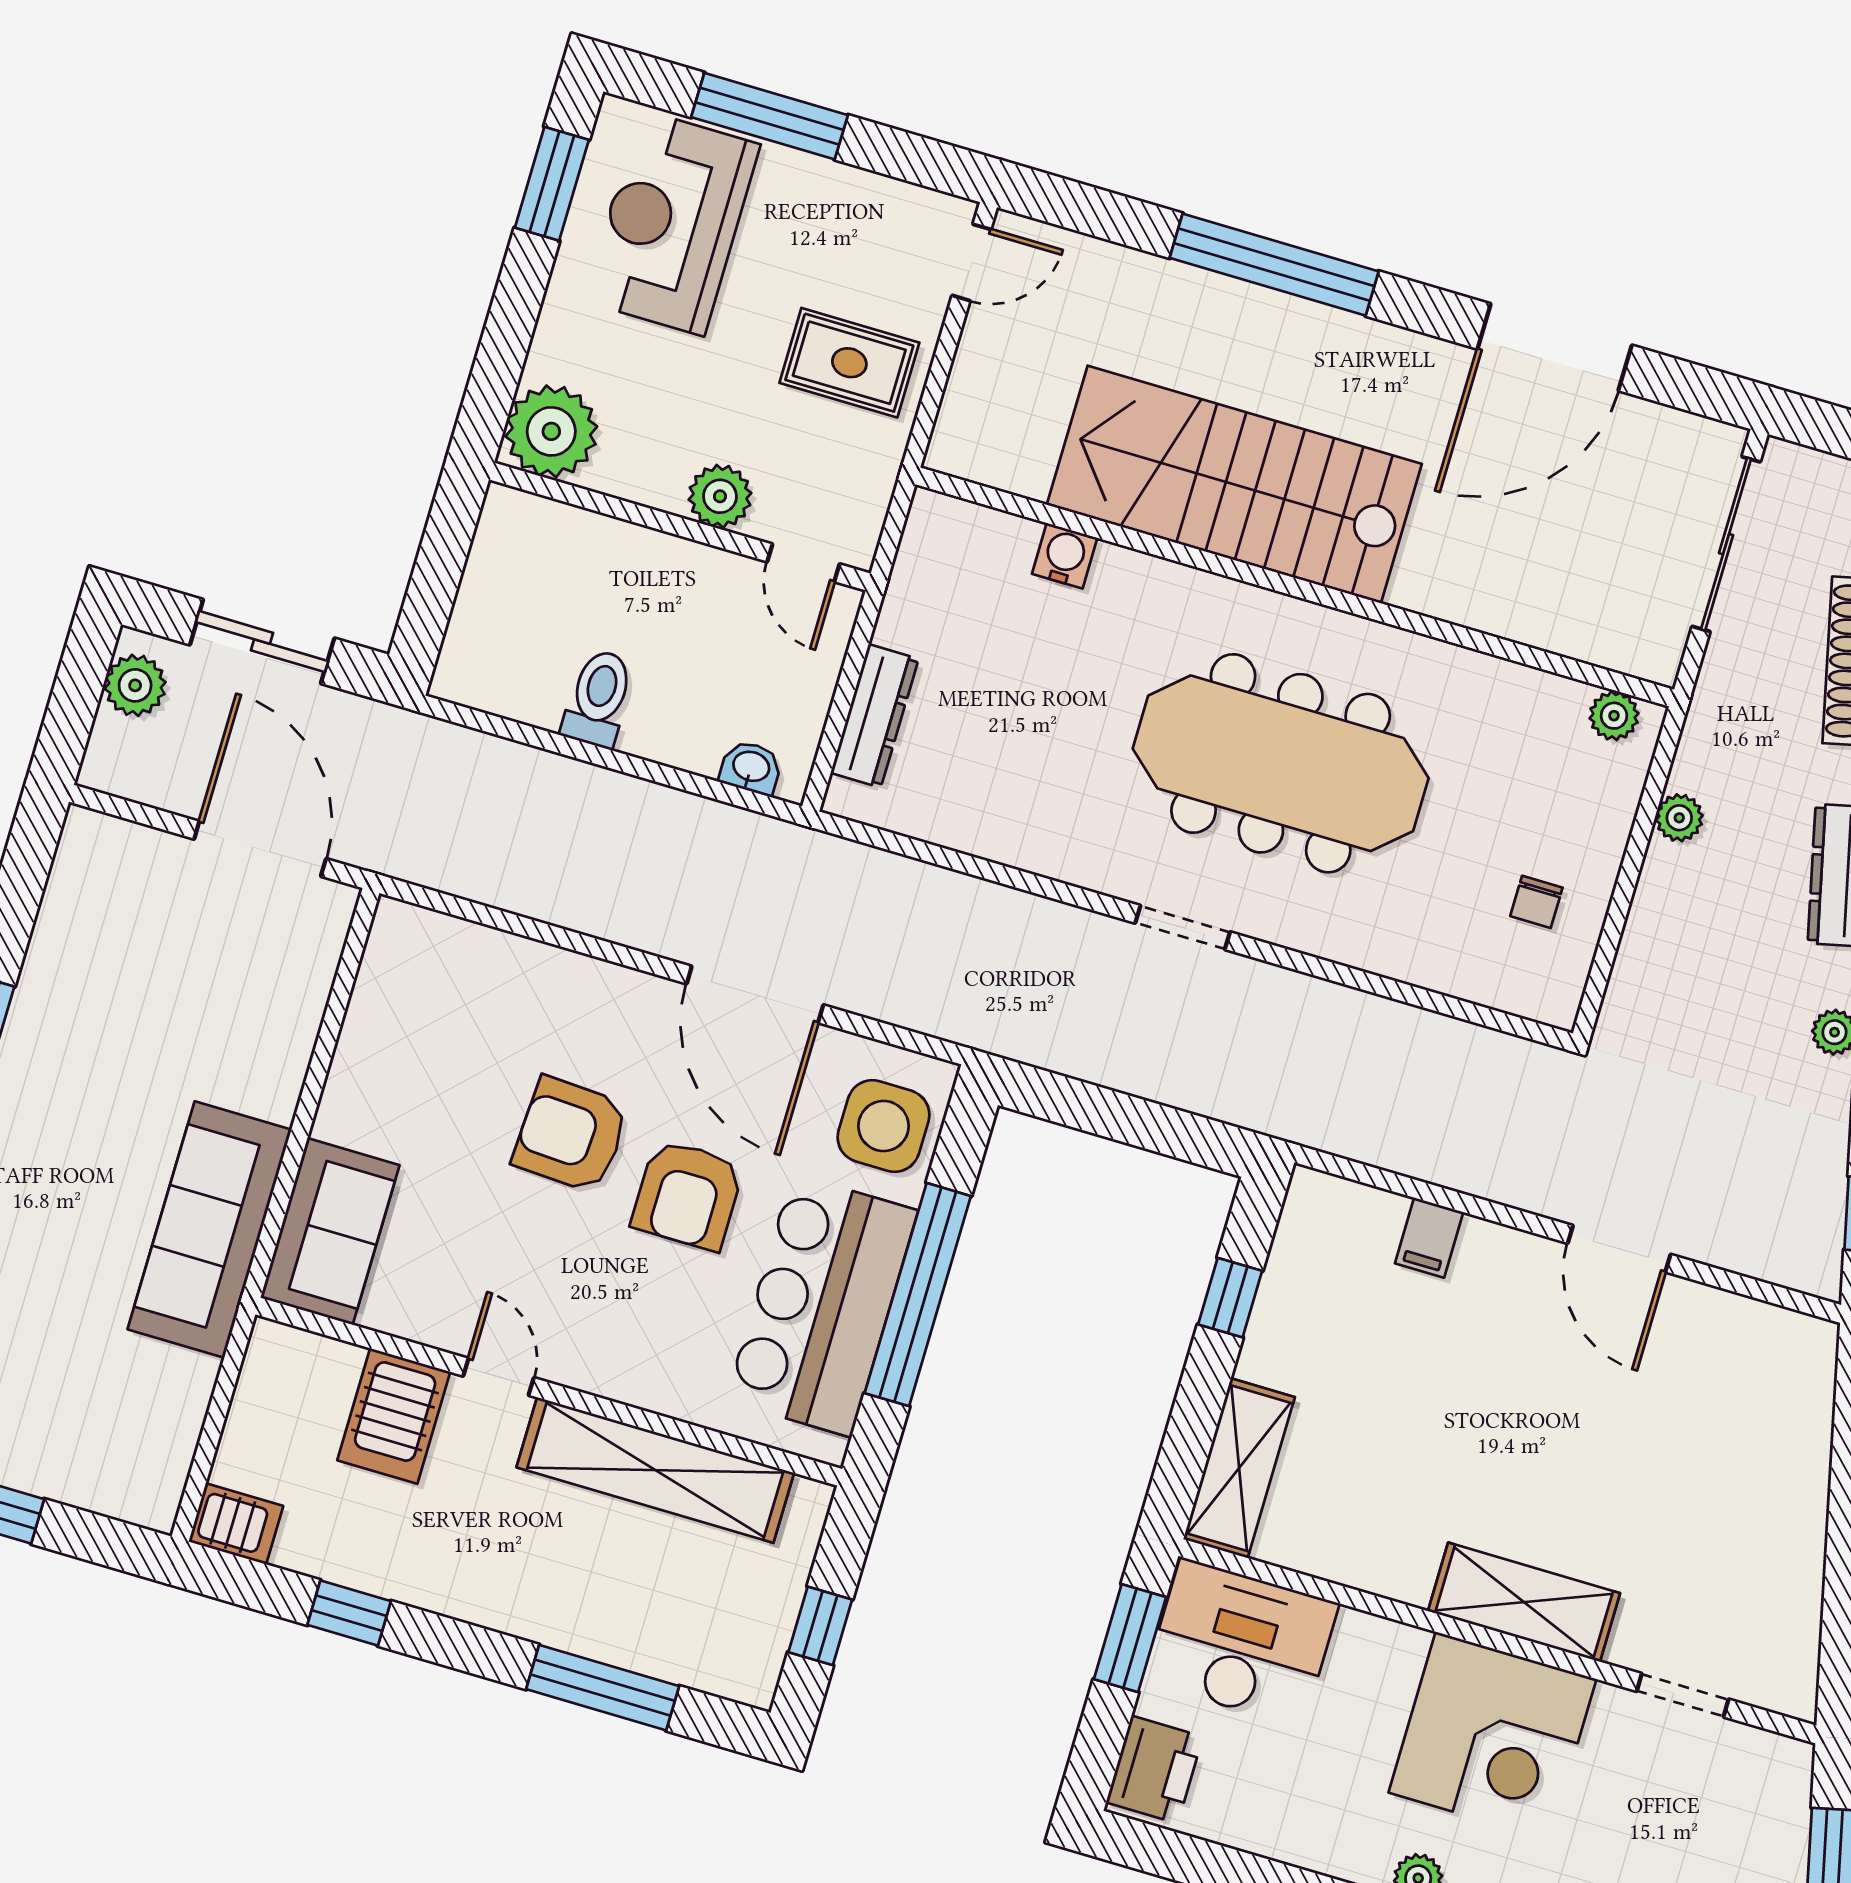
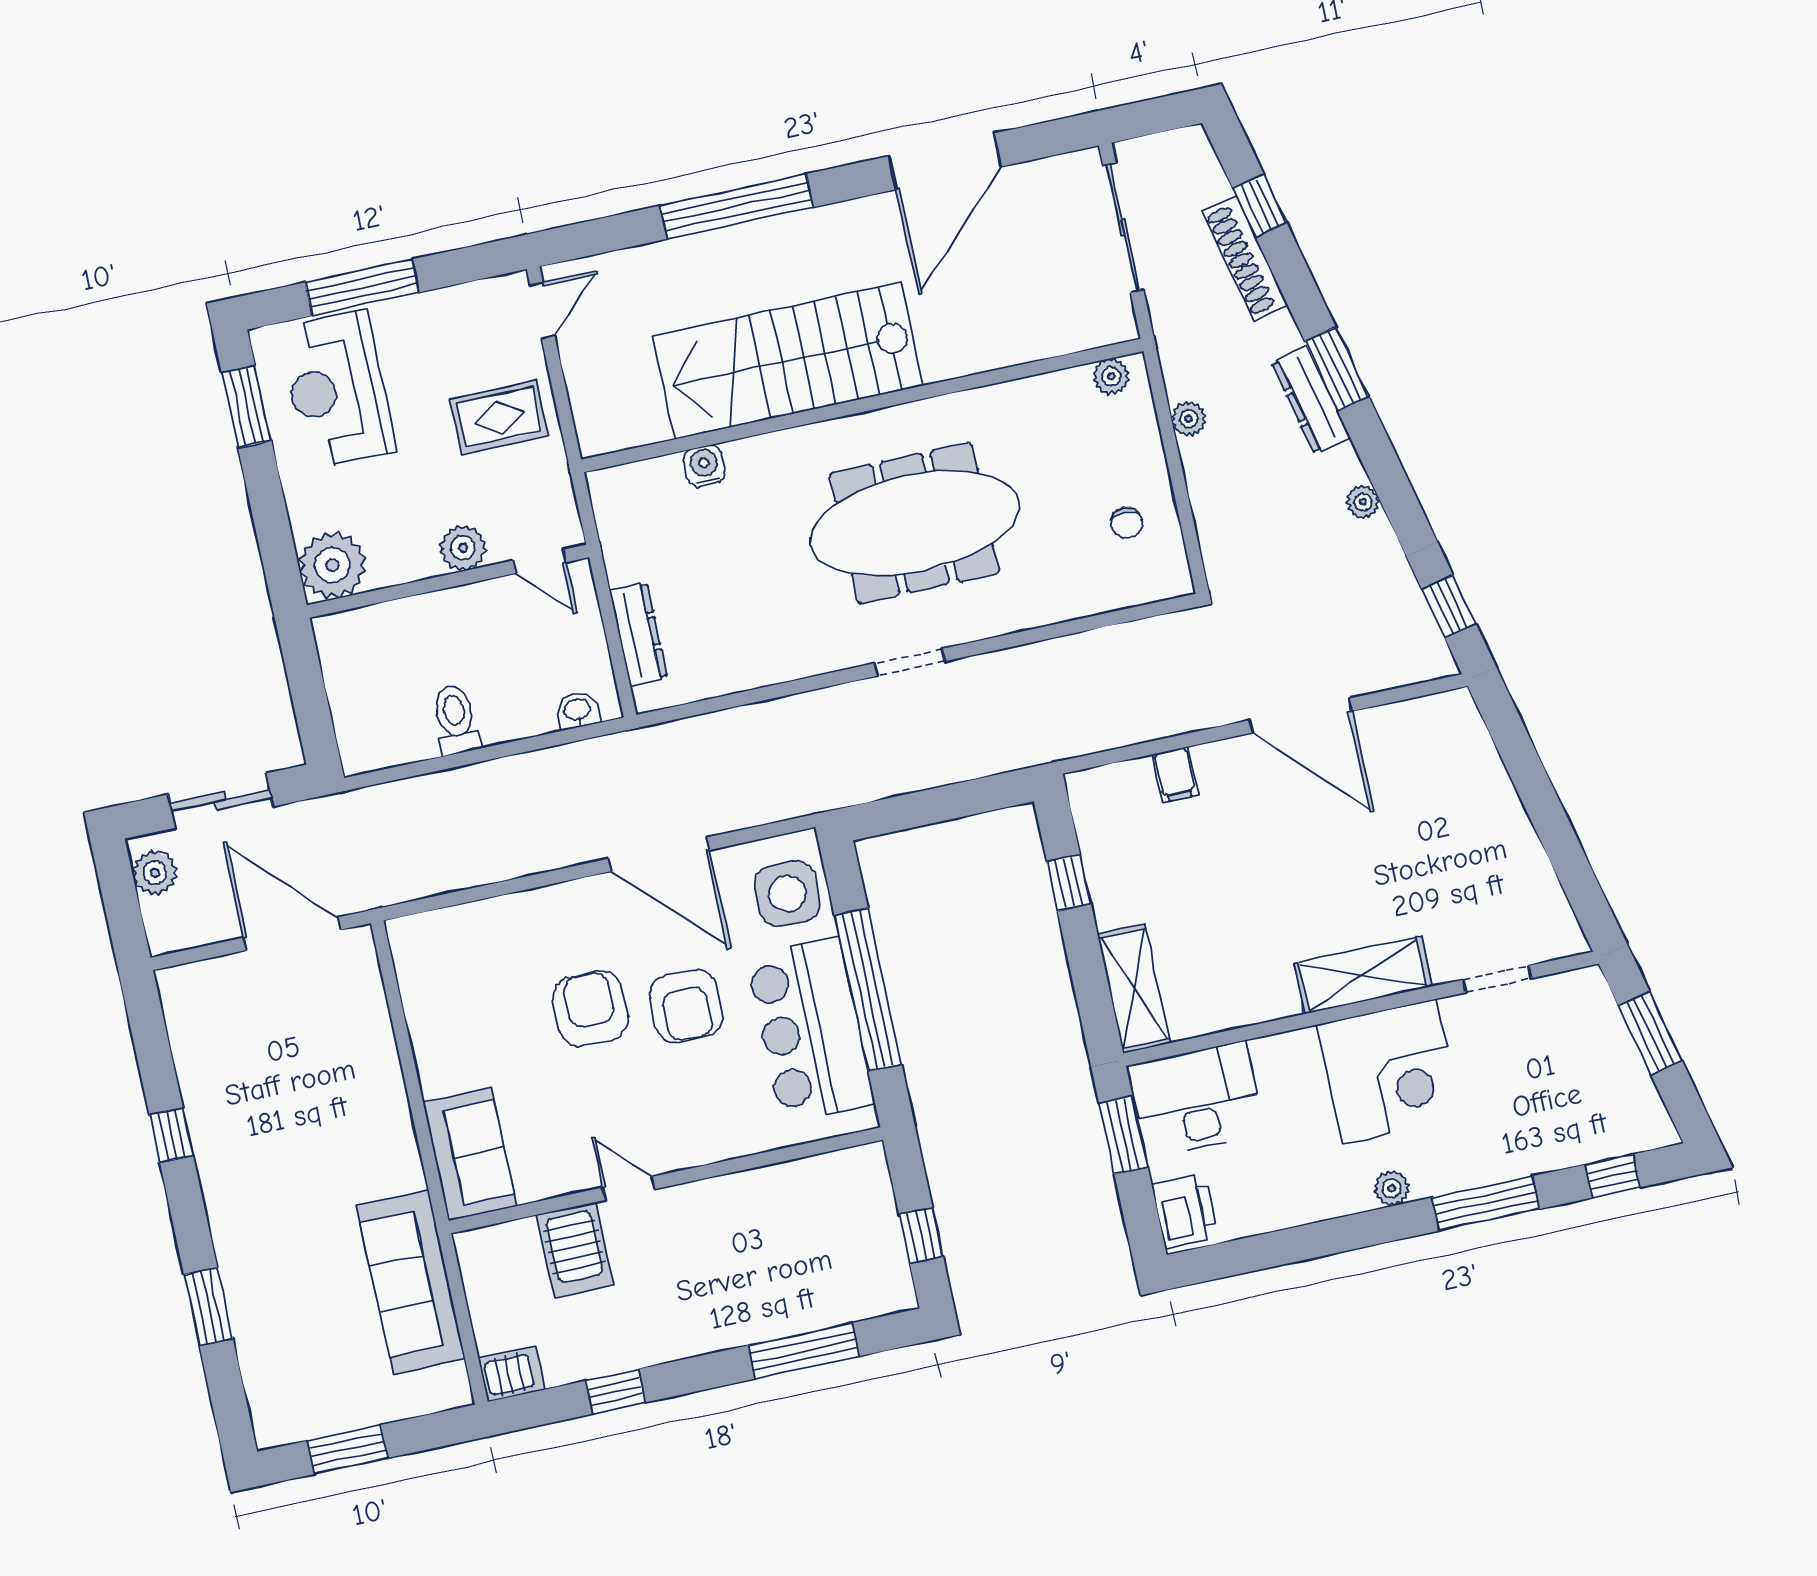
armchair: (571, 1135) -> (590, 1008), turned 87
sofa: (209, 1230) -> (411, 1282), moved
door: (1619, 1249) -> (1301, 716), width x1.36
shelving: (655, 1470) -> (761, 1193), removed

